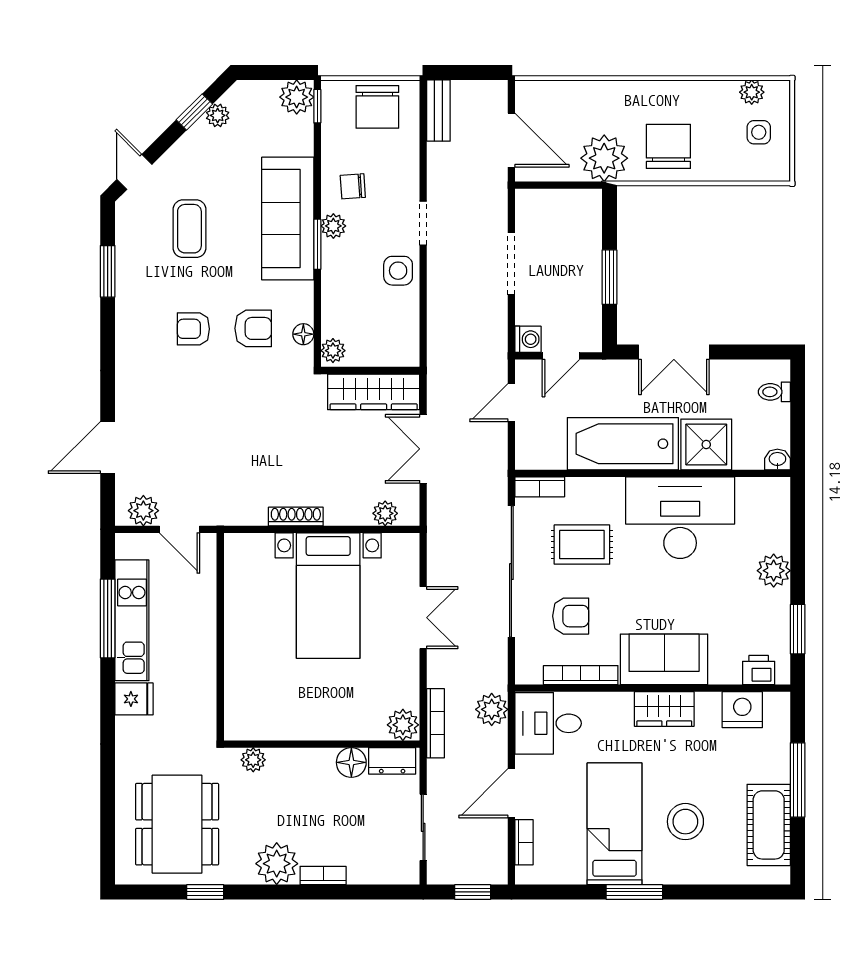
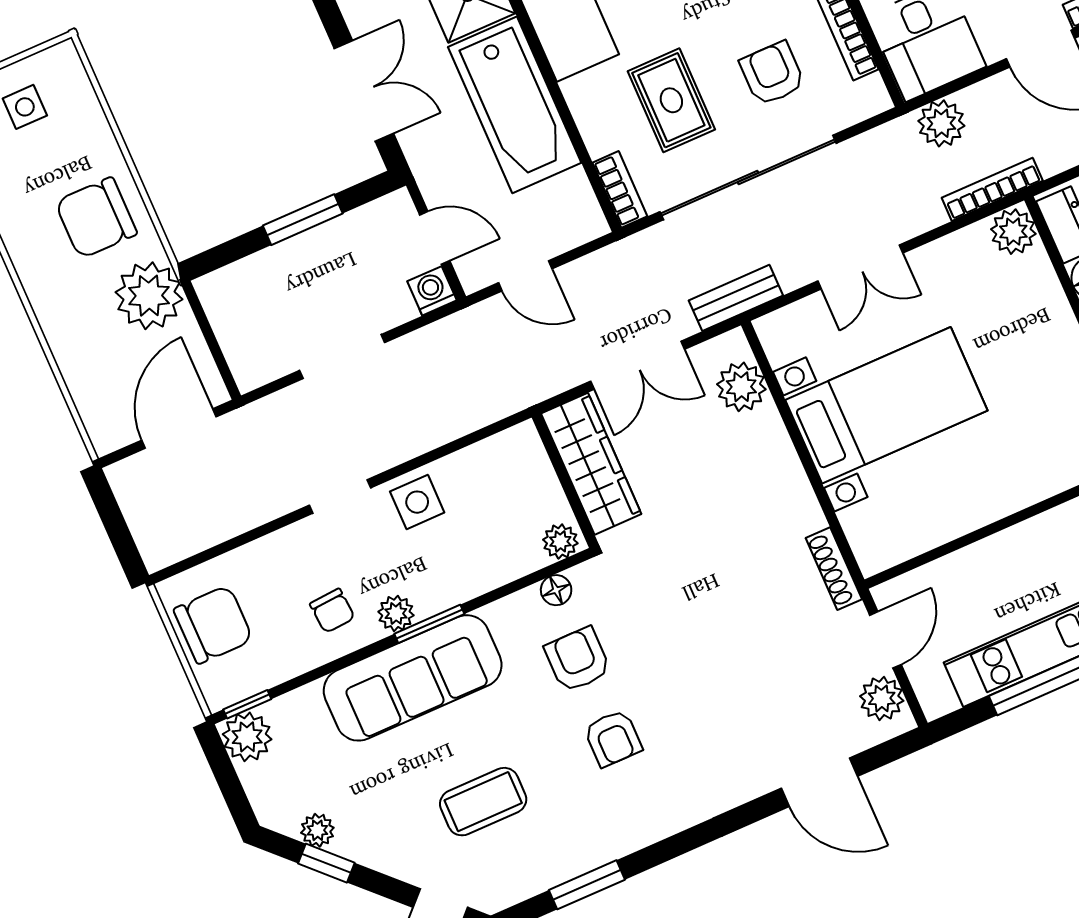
bench: (438, 111) -> (736, 298), moved
plant: (385, 513) -> (741, 387), width x1.38, depth x1.38
shoe rack: (296, 516) -> (834, 569), moved
double door: (423, 618) -> (860, 267), swing flipped

